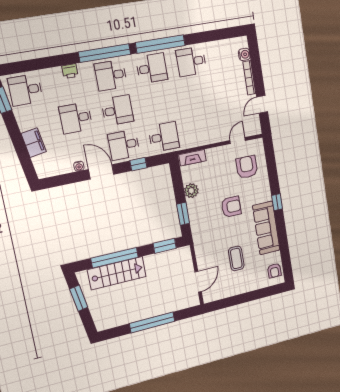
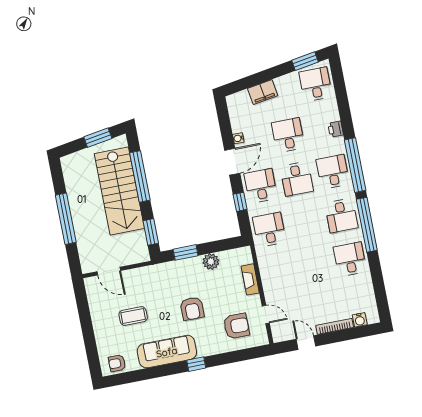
desk: (164, 137) -> (269, 230), turned 180
fireplace: (192, 158) -> (250, 279), moved
stairs: (117, 273) -> (119, 191), width x1.36, depth x1.51

